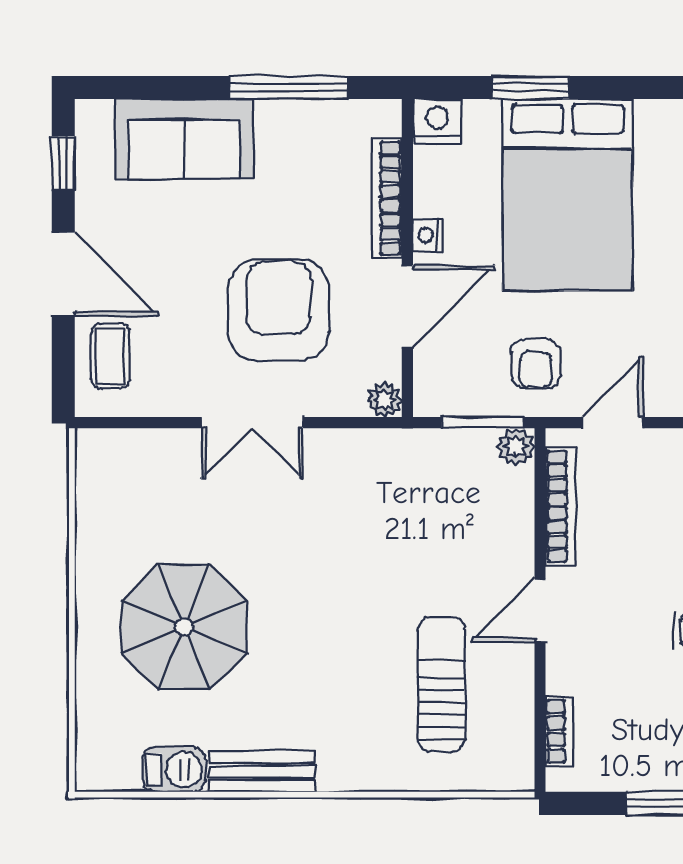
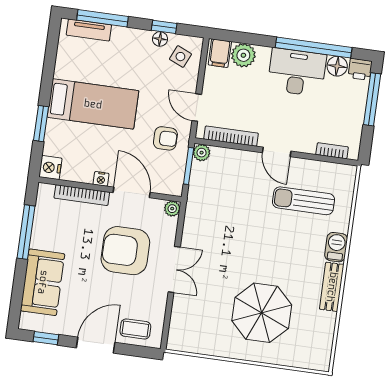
bed: (568, 195) -> (93, 104), width x0.67
barbecue: (174, 769) -> (336, 247), moved

